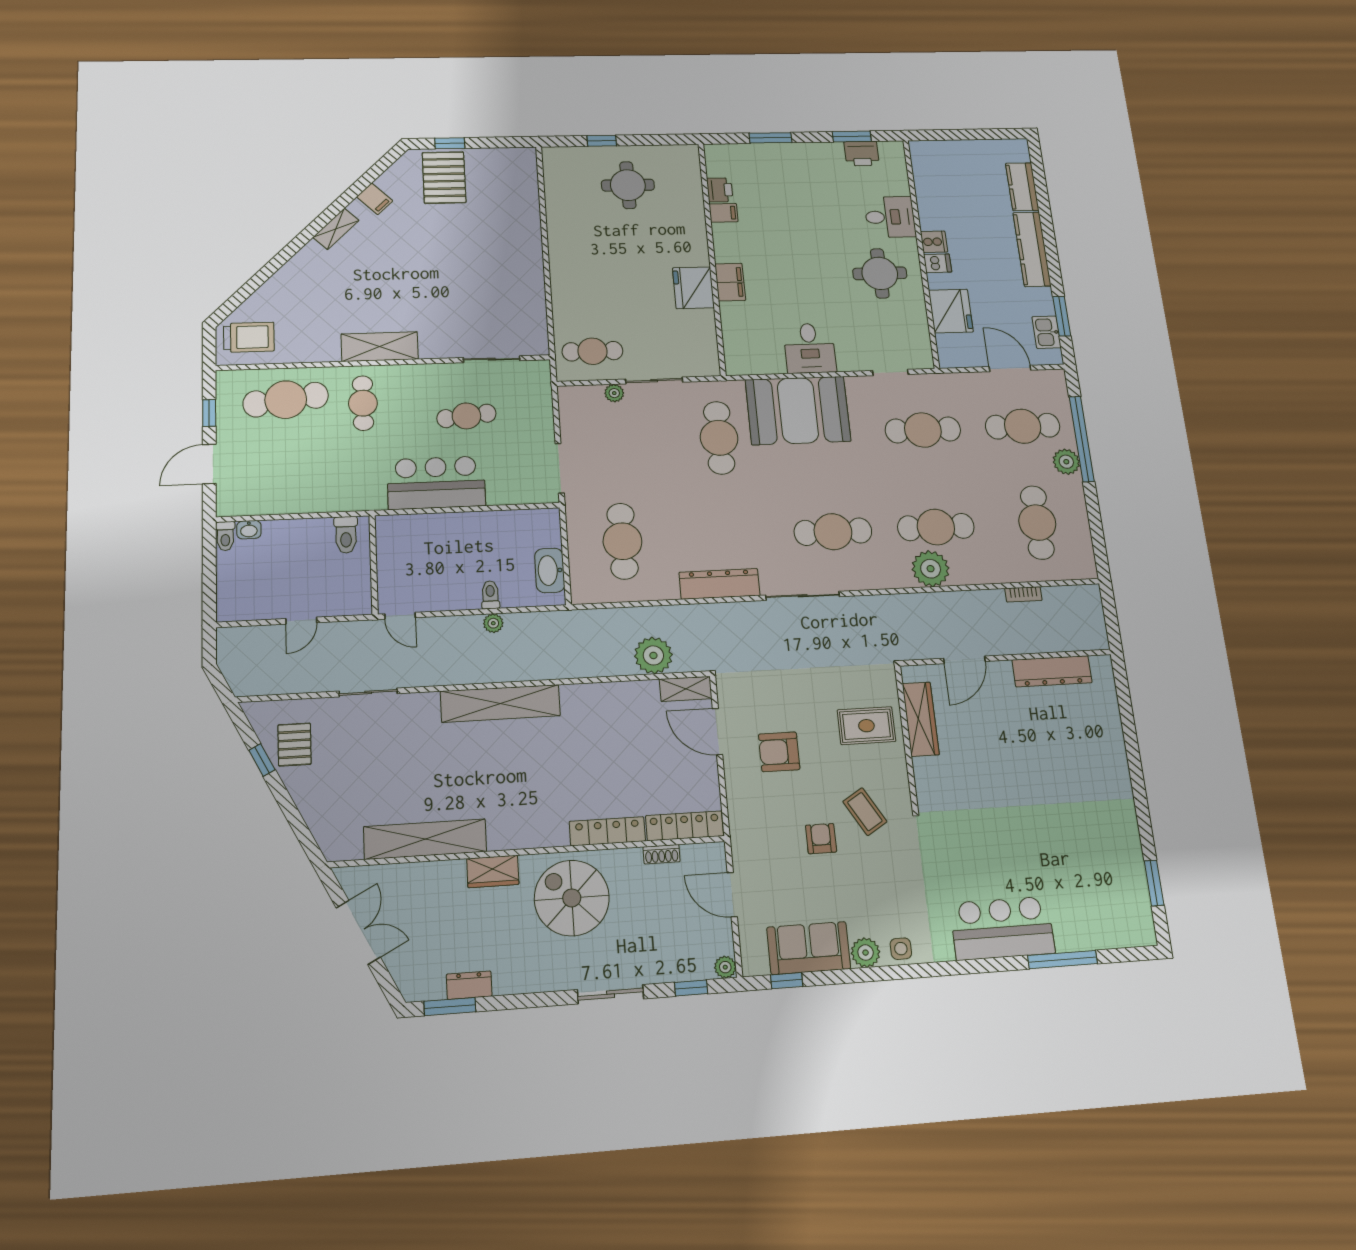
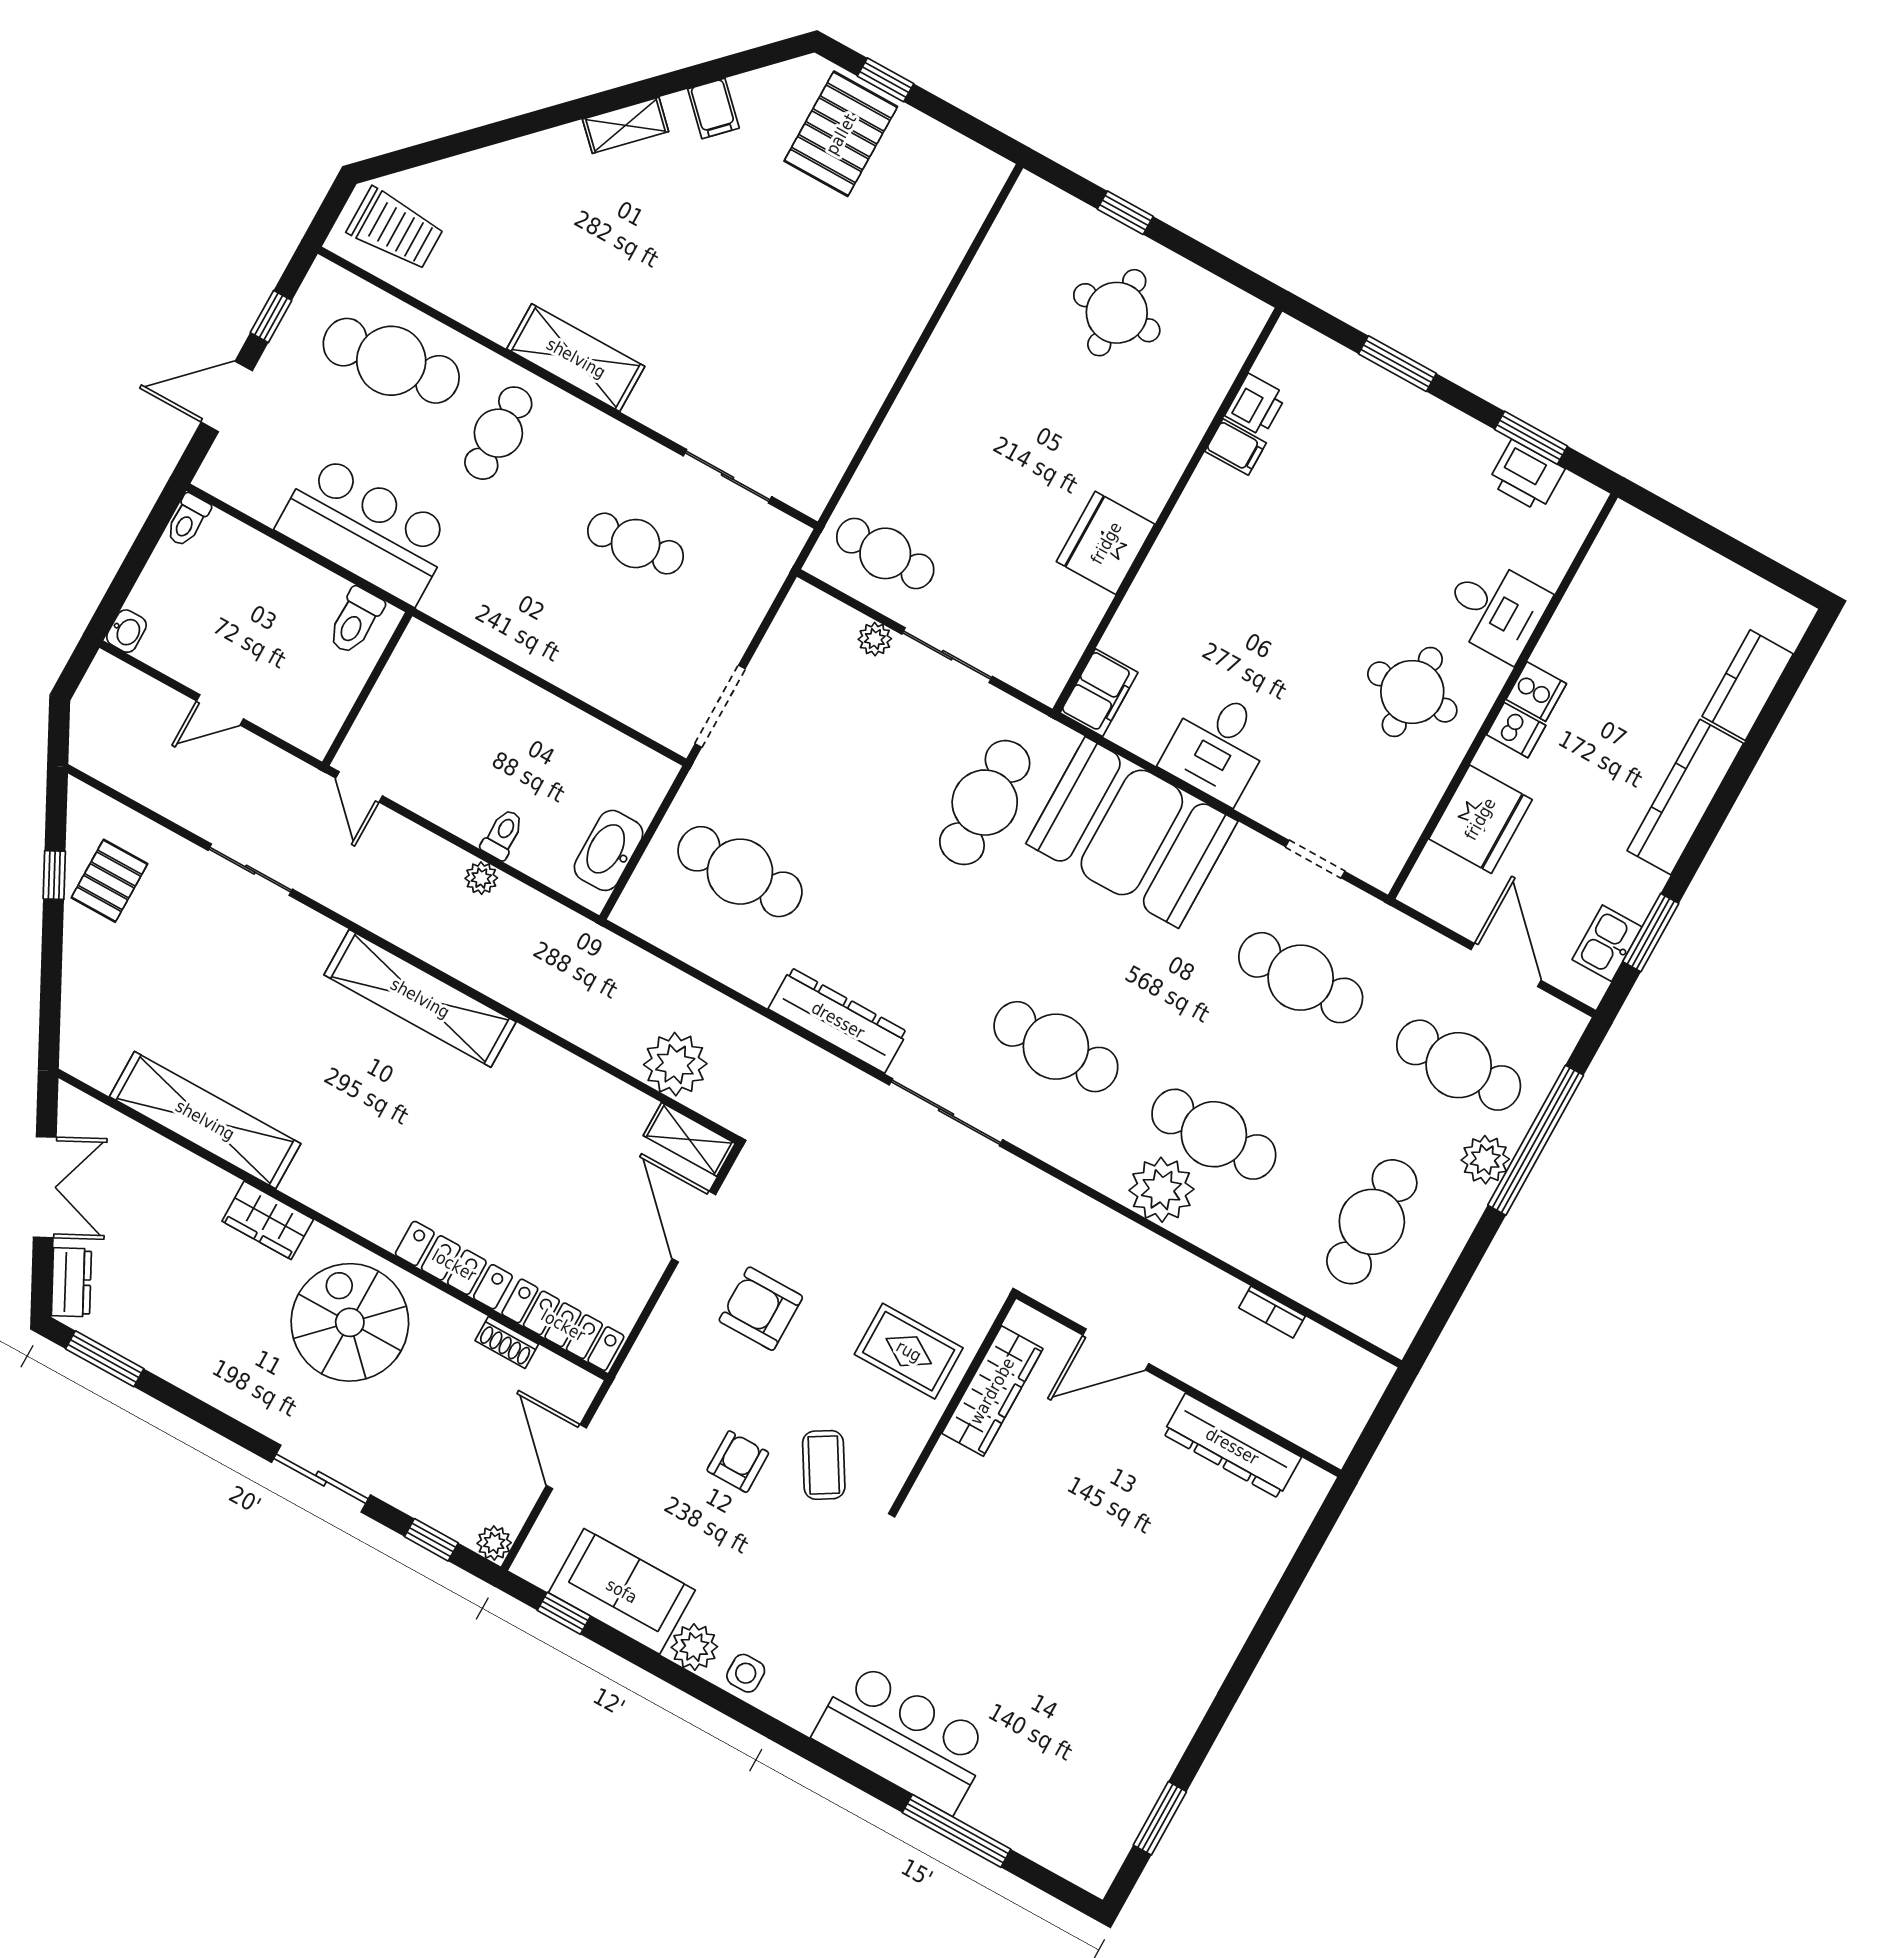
filing cabinet: (730, 282) -> (1099, 693), moved
bar counter: (436, 483) -> (366, 530), moved
washbasin: (249, 530) -> (126, 631), moved, turned -90
cafe table: (623, 541) -> (740, 872), turned 90
dresser: (469, 985) -> (71, 1282), moved, turned 63

